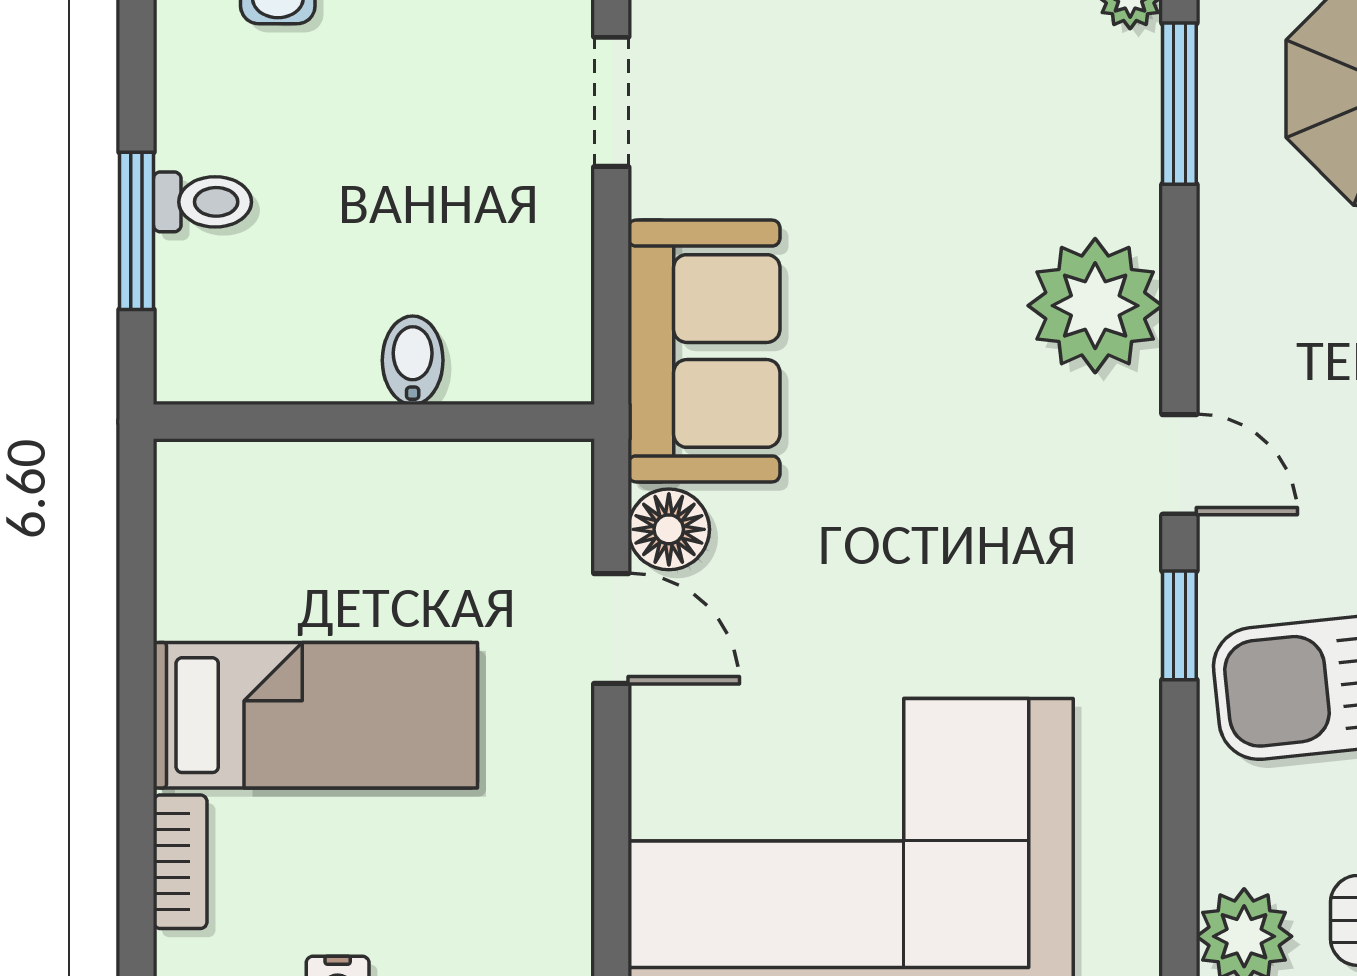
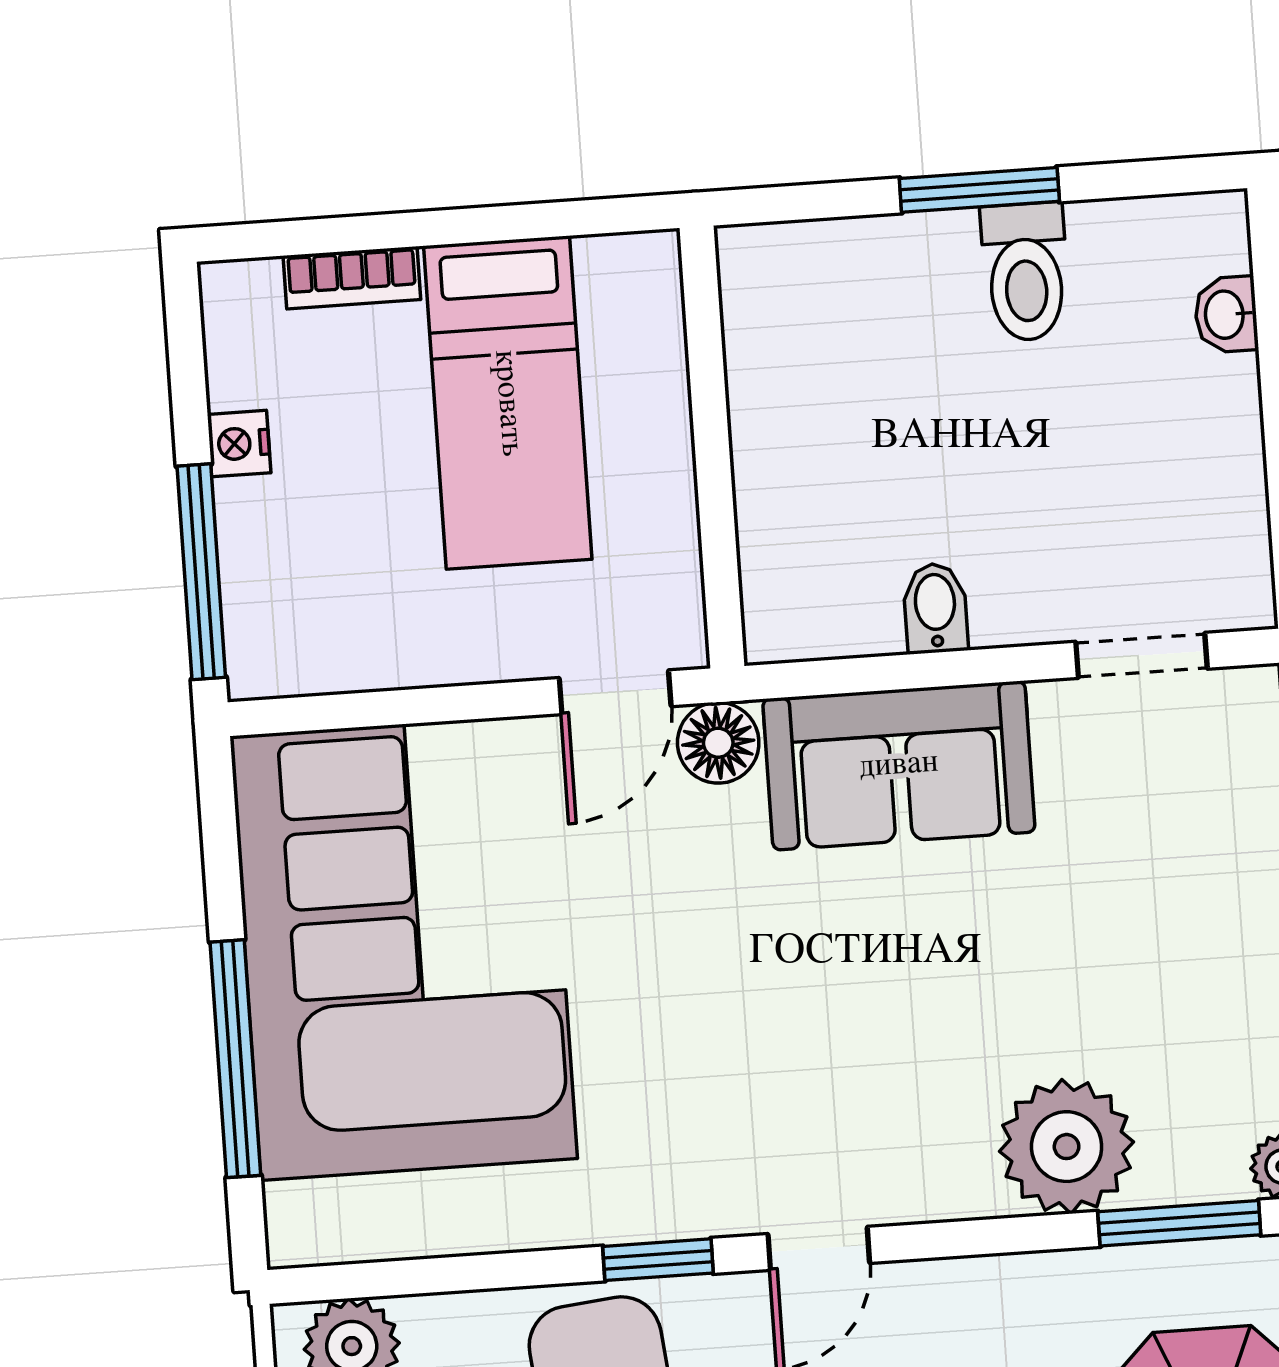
toilet: (202, 202) -> (1025, 272), width x1.37, depth x1.39
plant: (1095, 306) -> (1067, 1147), moved
bidet: (413, 360) -> (935, 608), moved, turned -90
wall: (374, 422) -> (712, 447), moved

